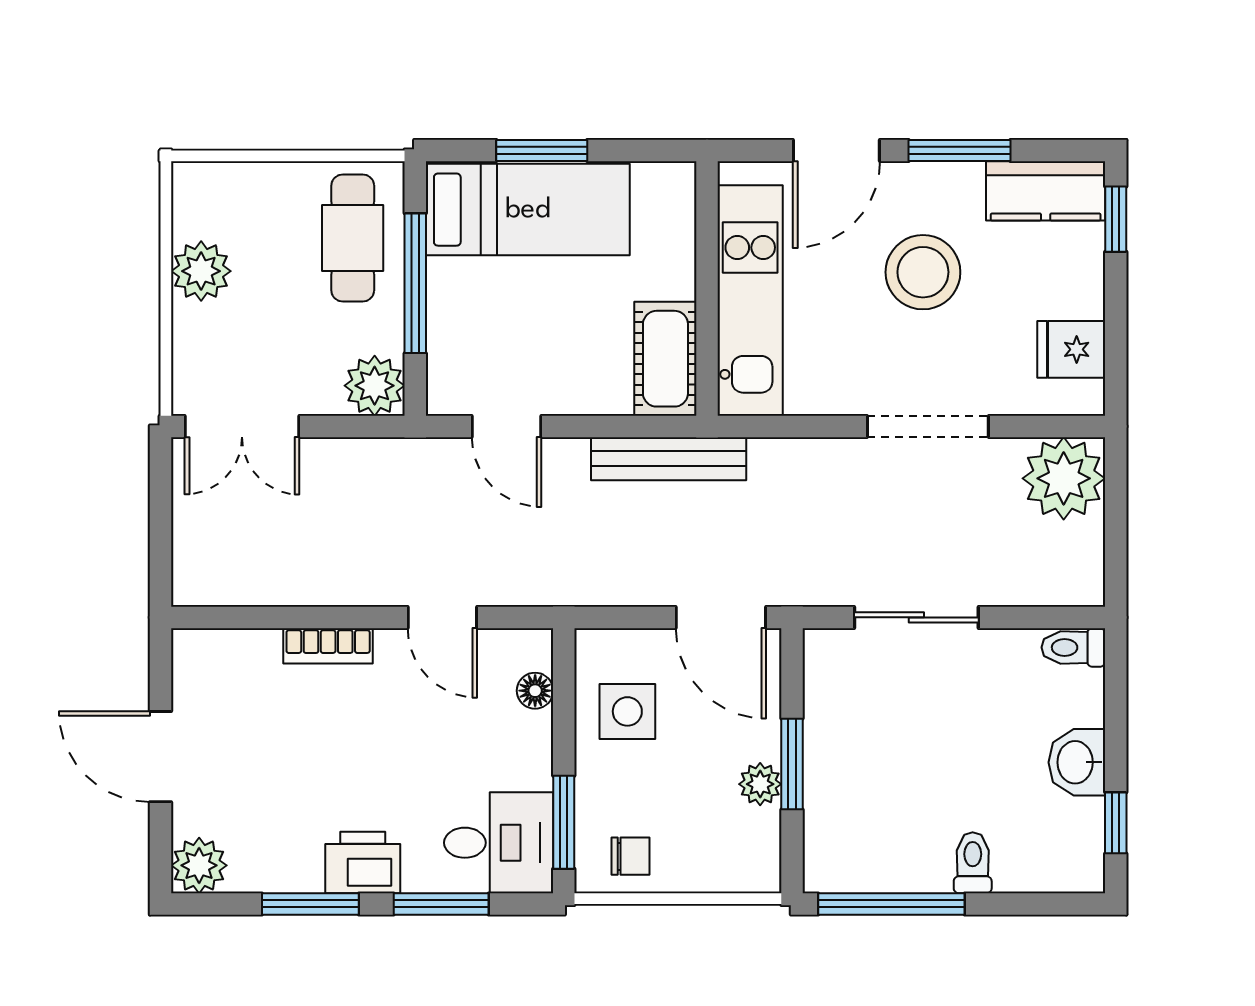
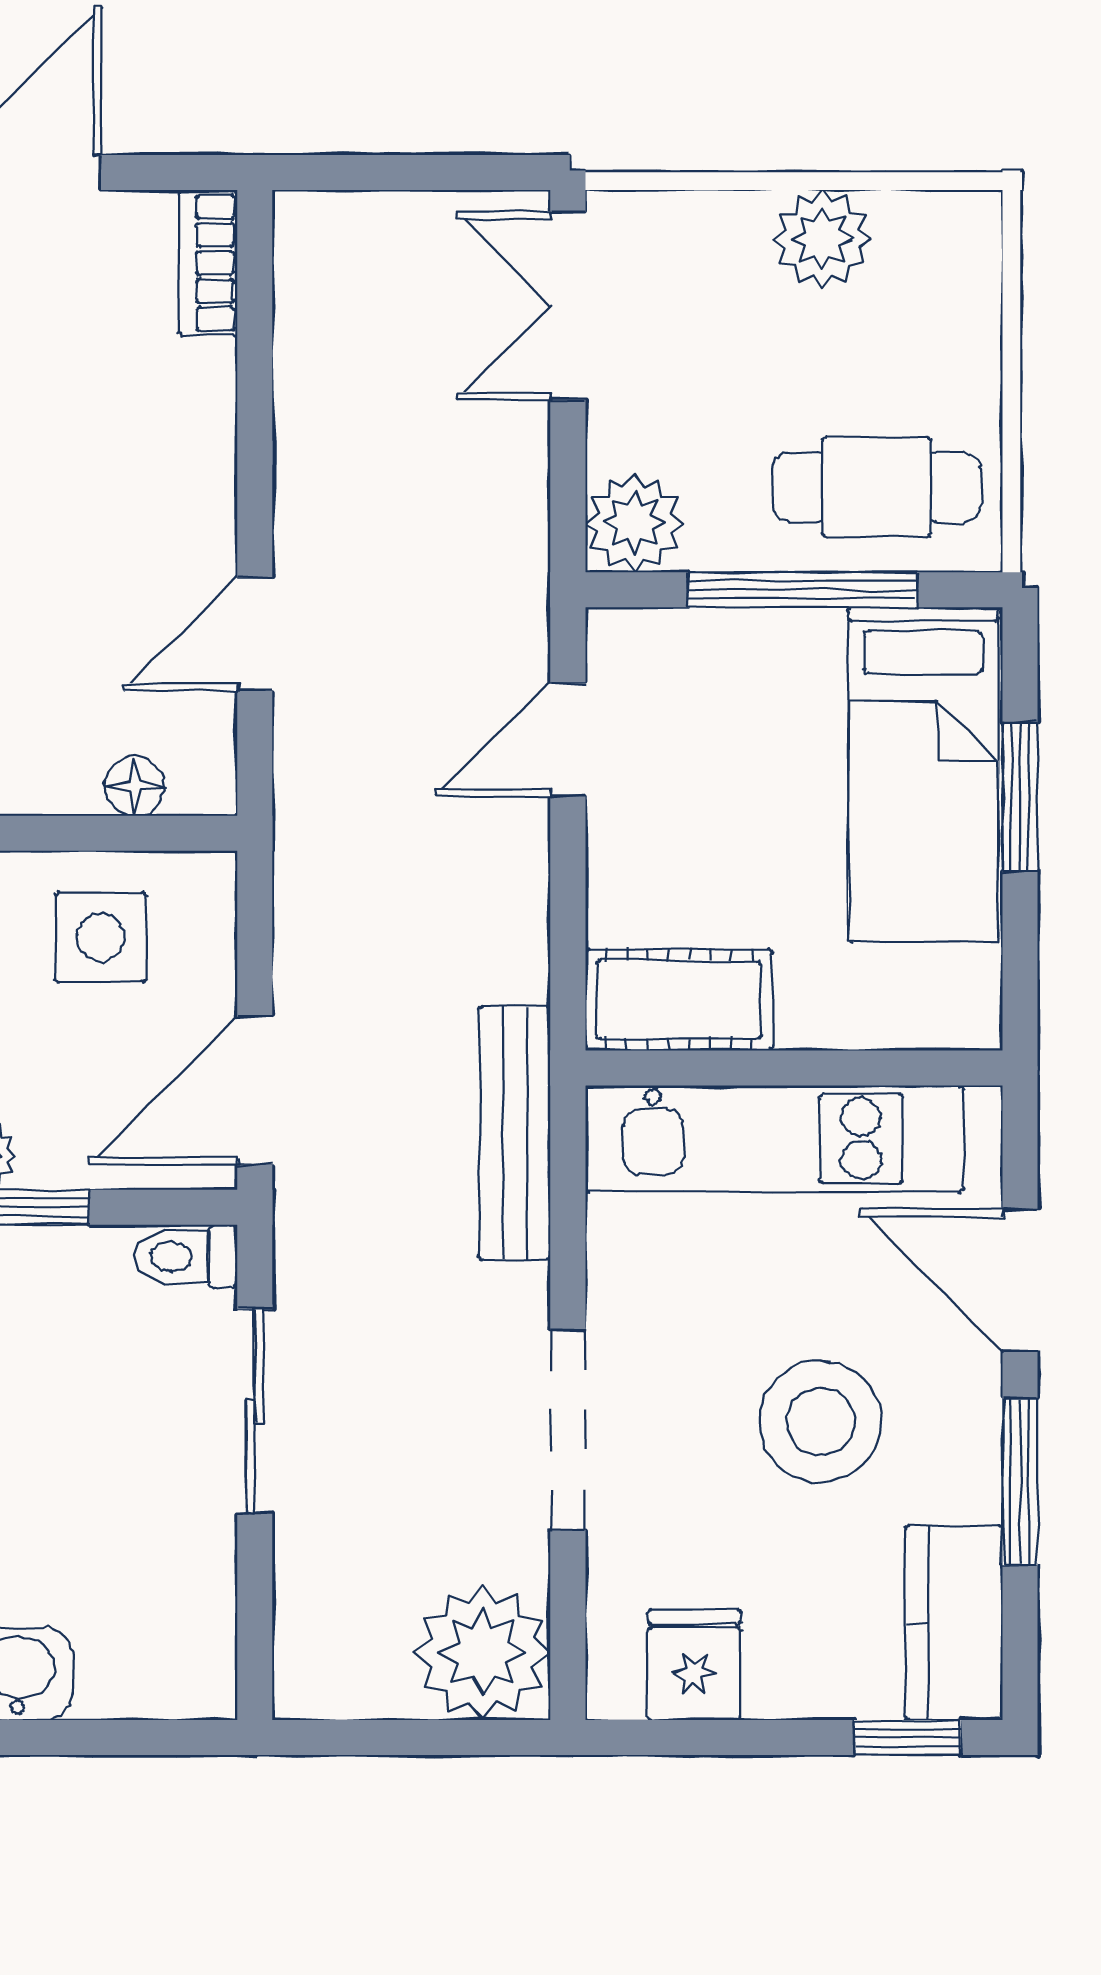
bench: (669, 459) -> (515, 1133), moved
bookcase: (328, 646) -> (208, 263), moved
toilet: (1073, 647) -> (186, 1256), moved, turned -90

